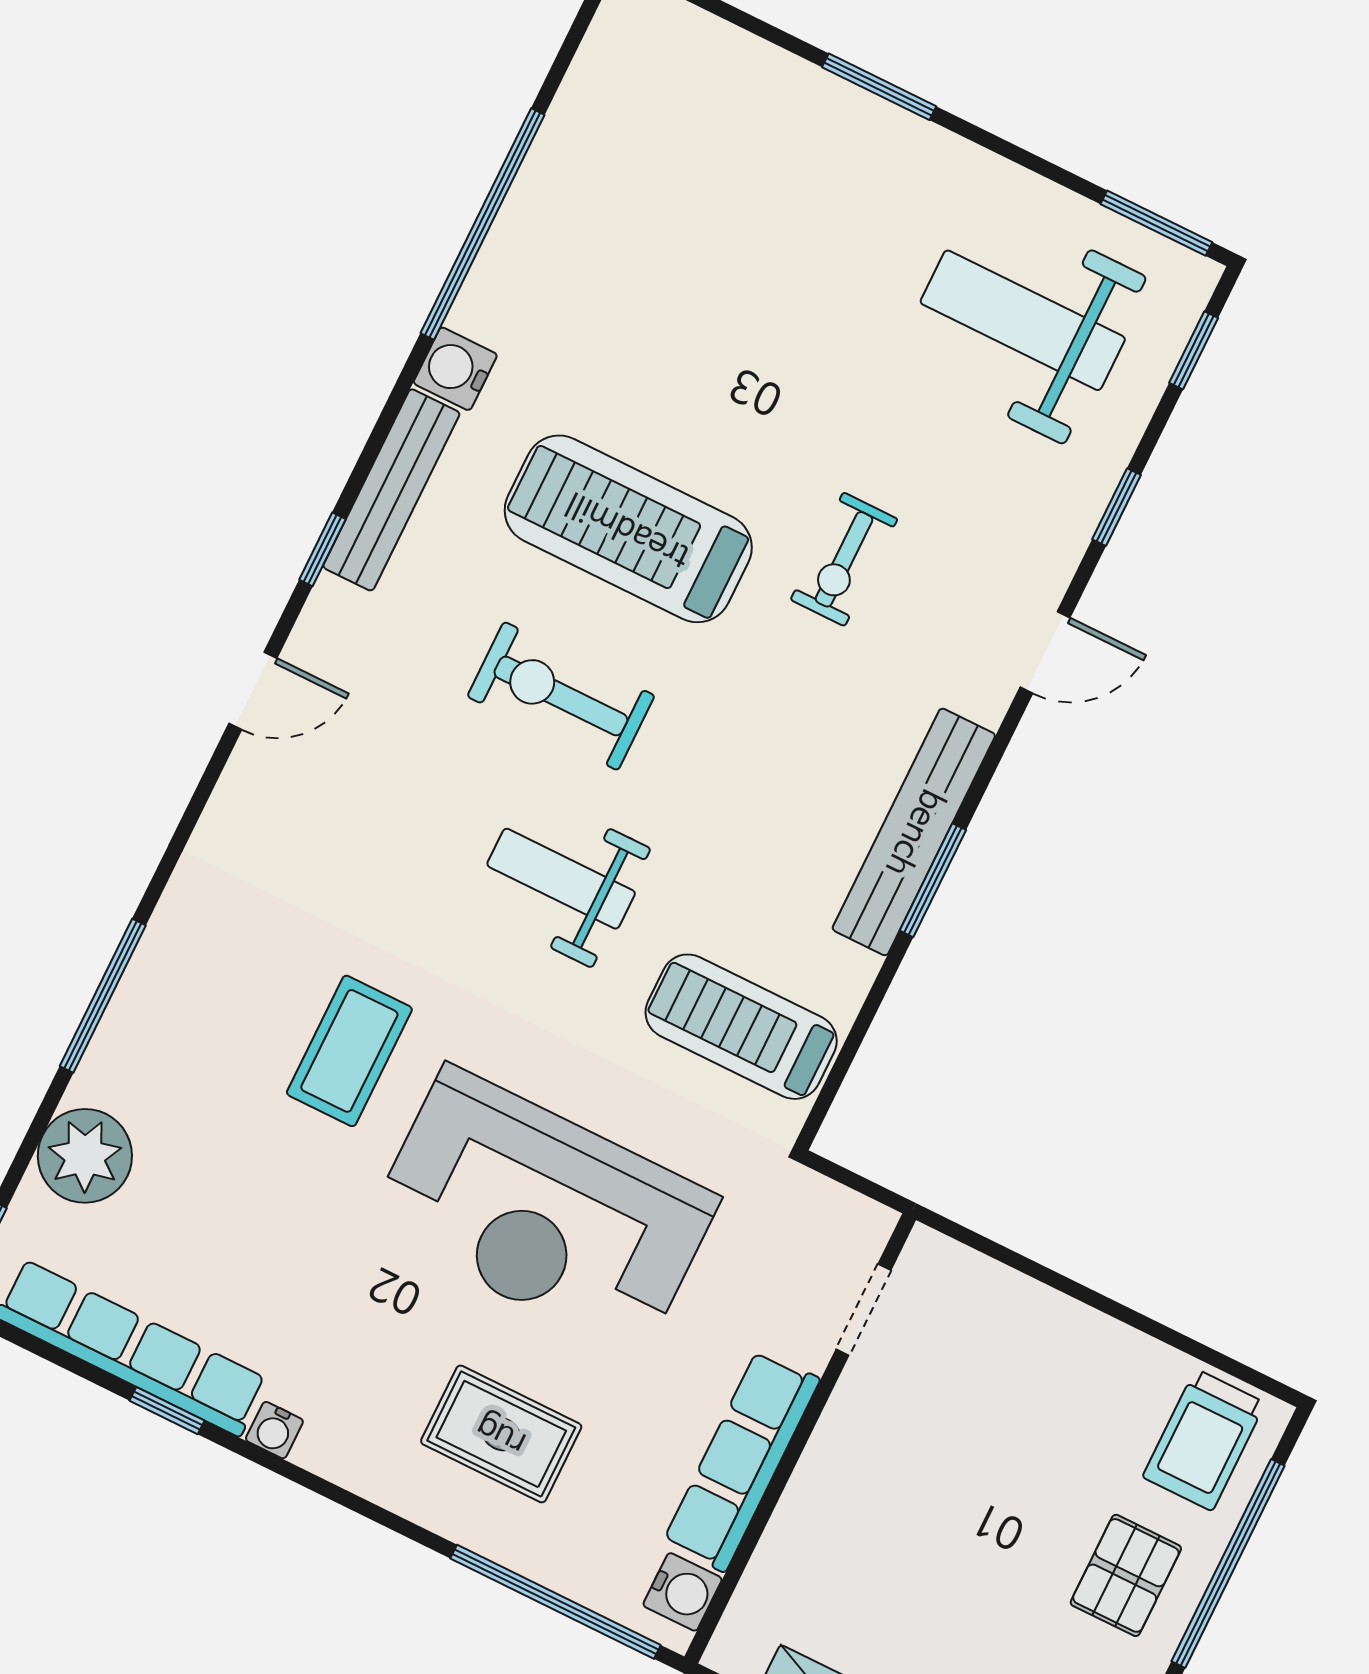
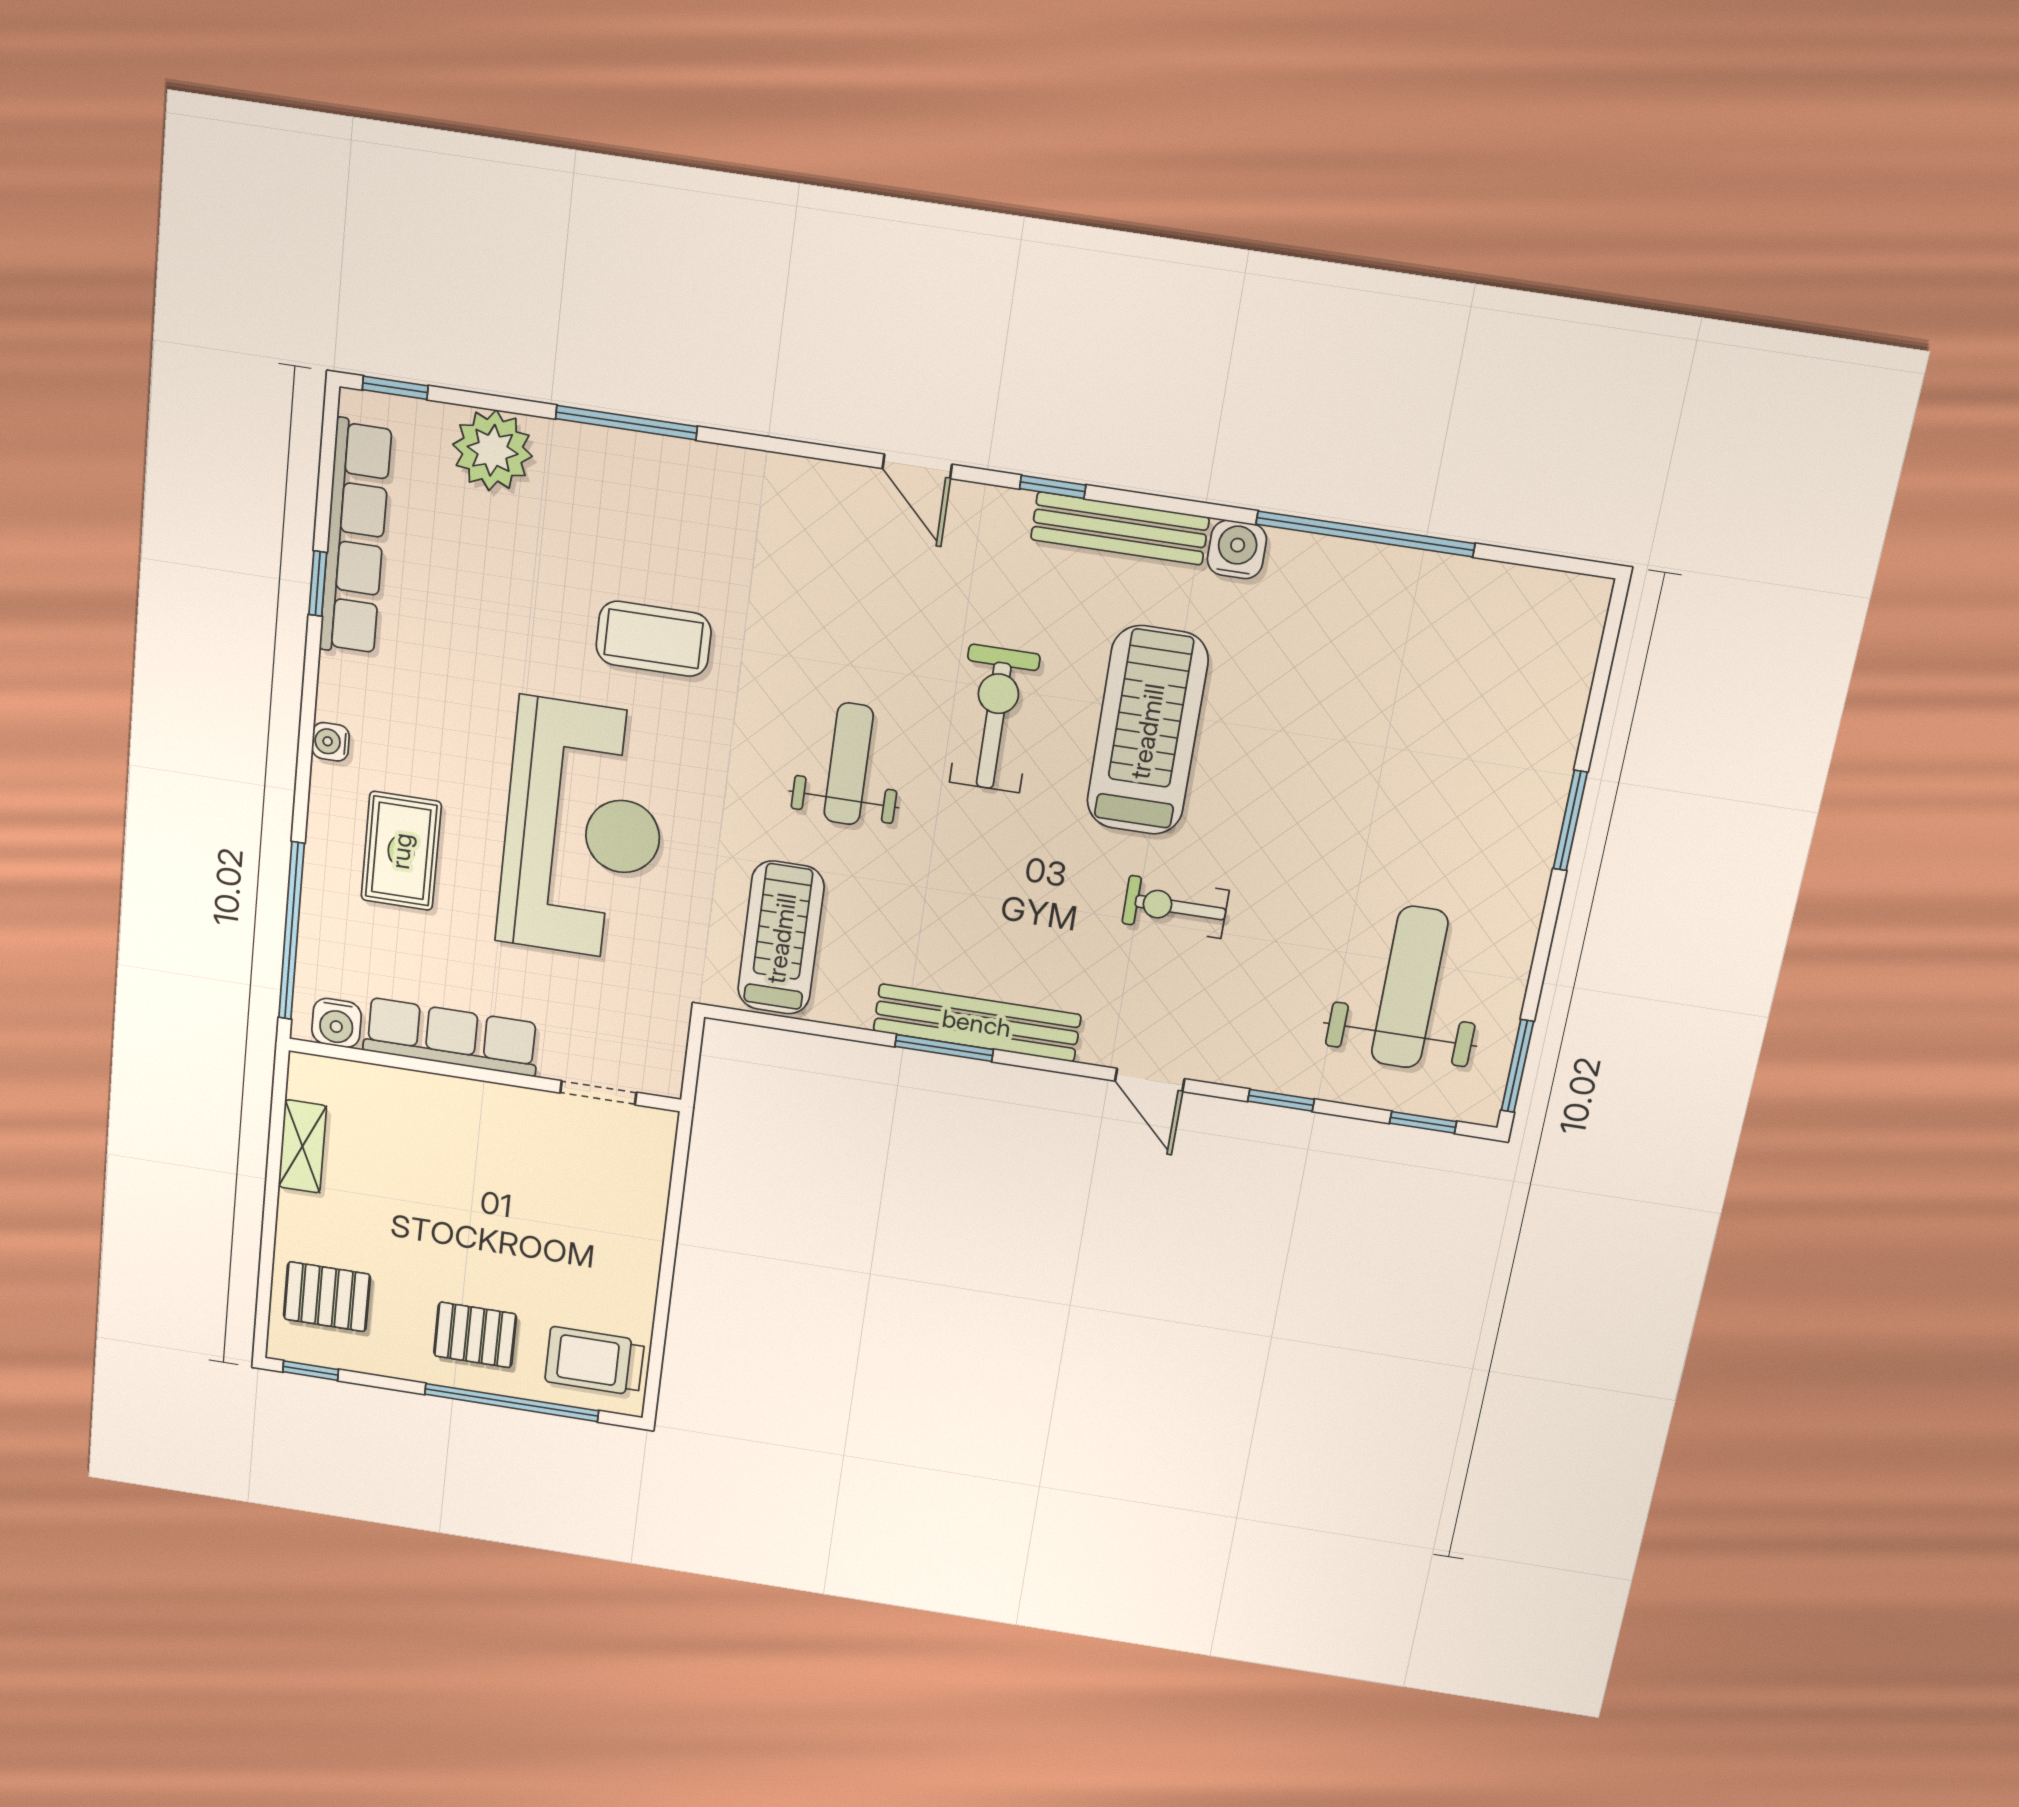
reception desk: (543, 1212) -> (583, 830), turned 180
water cooler: (274, 1430) -> (330, 742), moved

